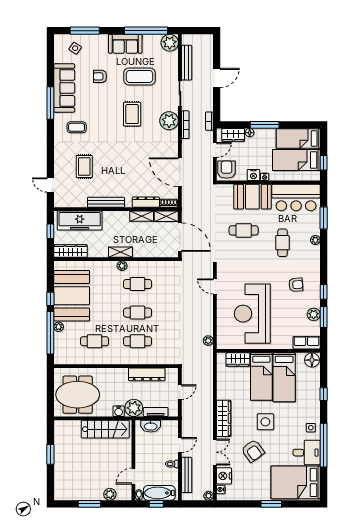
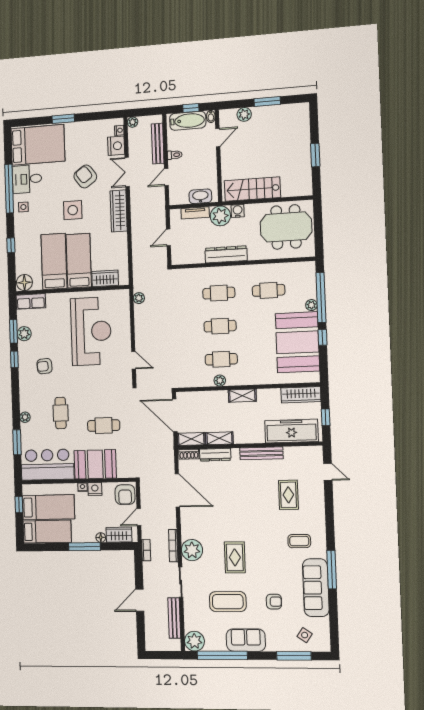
plant: (122, 266) -> (220, 381), moved
dresser: (147, 374) -> (226, 254), moved

